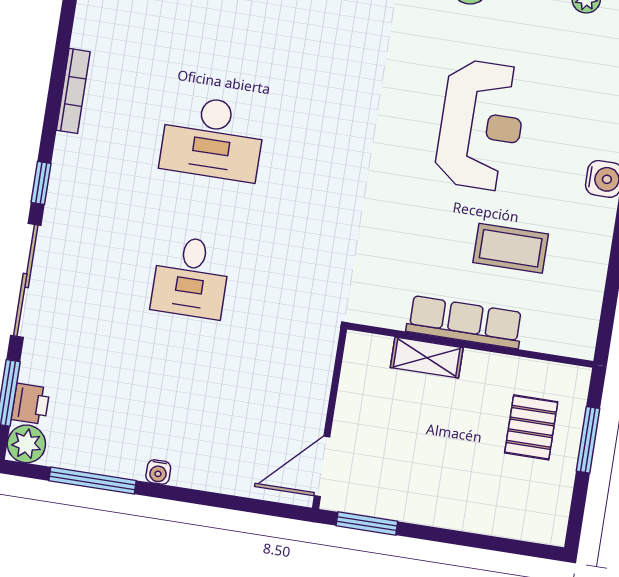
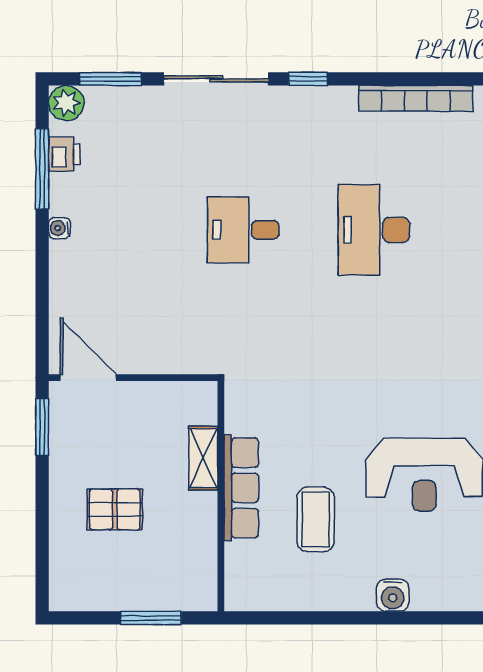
bookcase: (73, 91) -> (416, 98), width x1.48, depth x1.31
printer: (31, 404) -> (64, 154), moved, turned -90
pallet: (531, 427) -> (115, 509), moved

